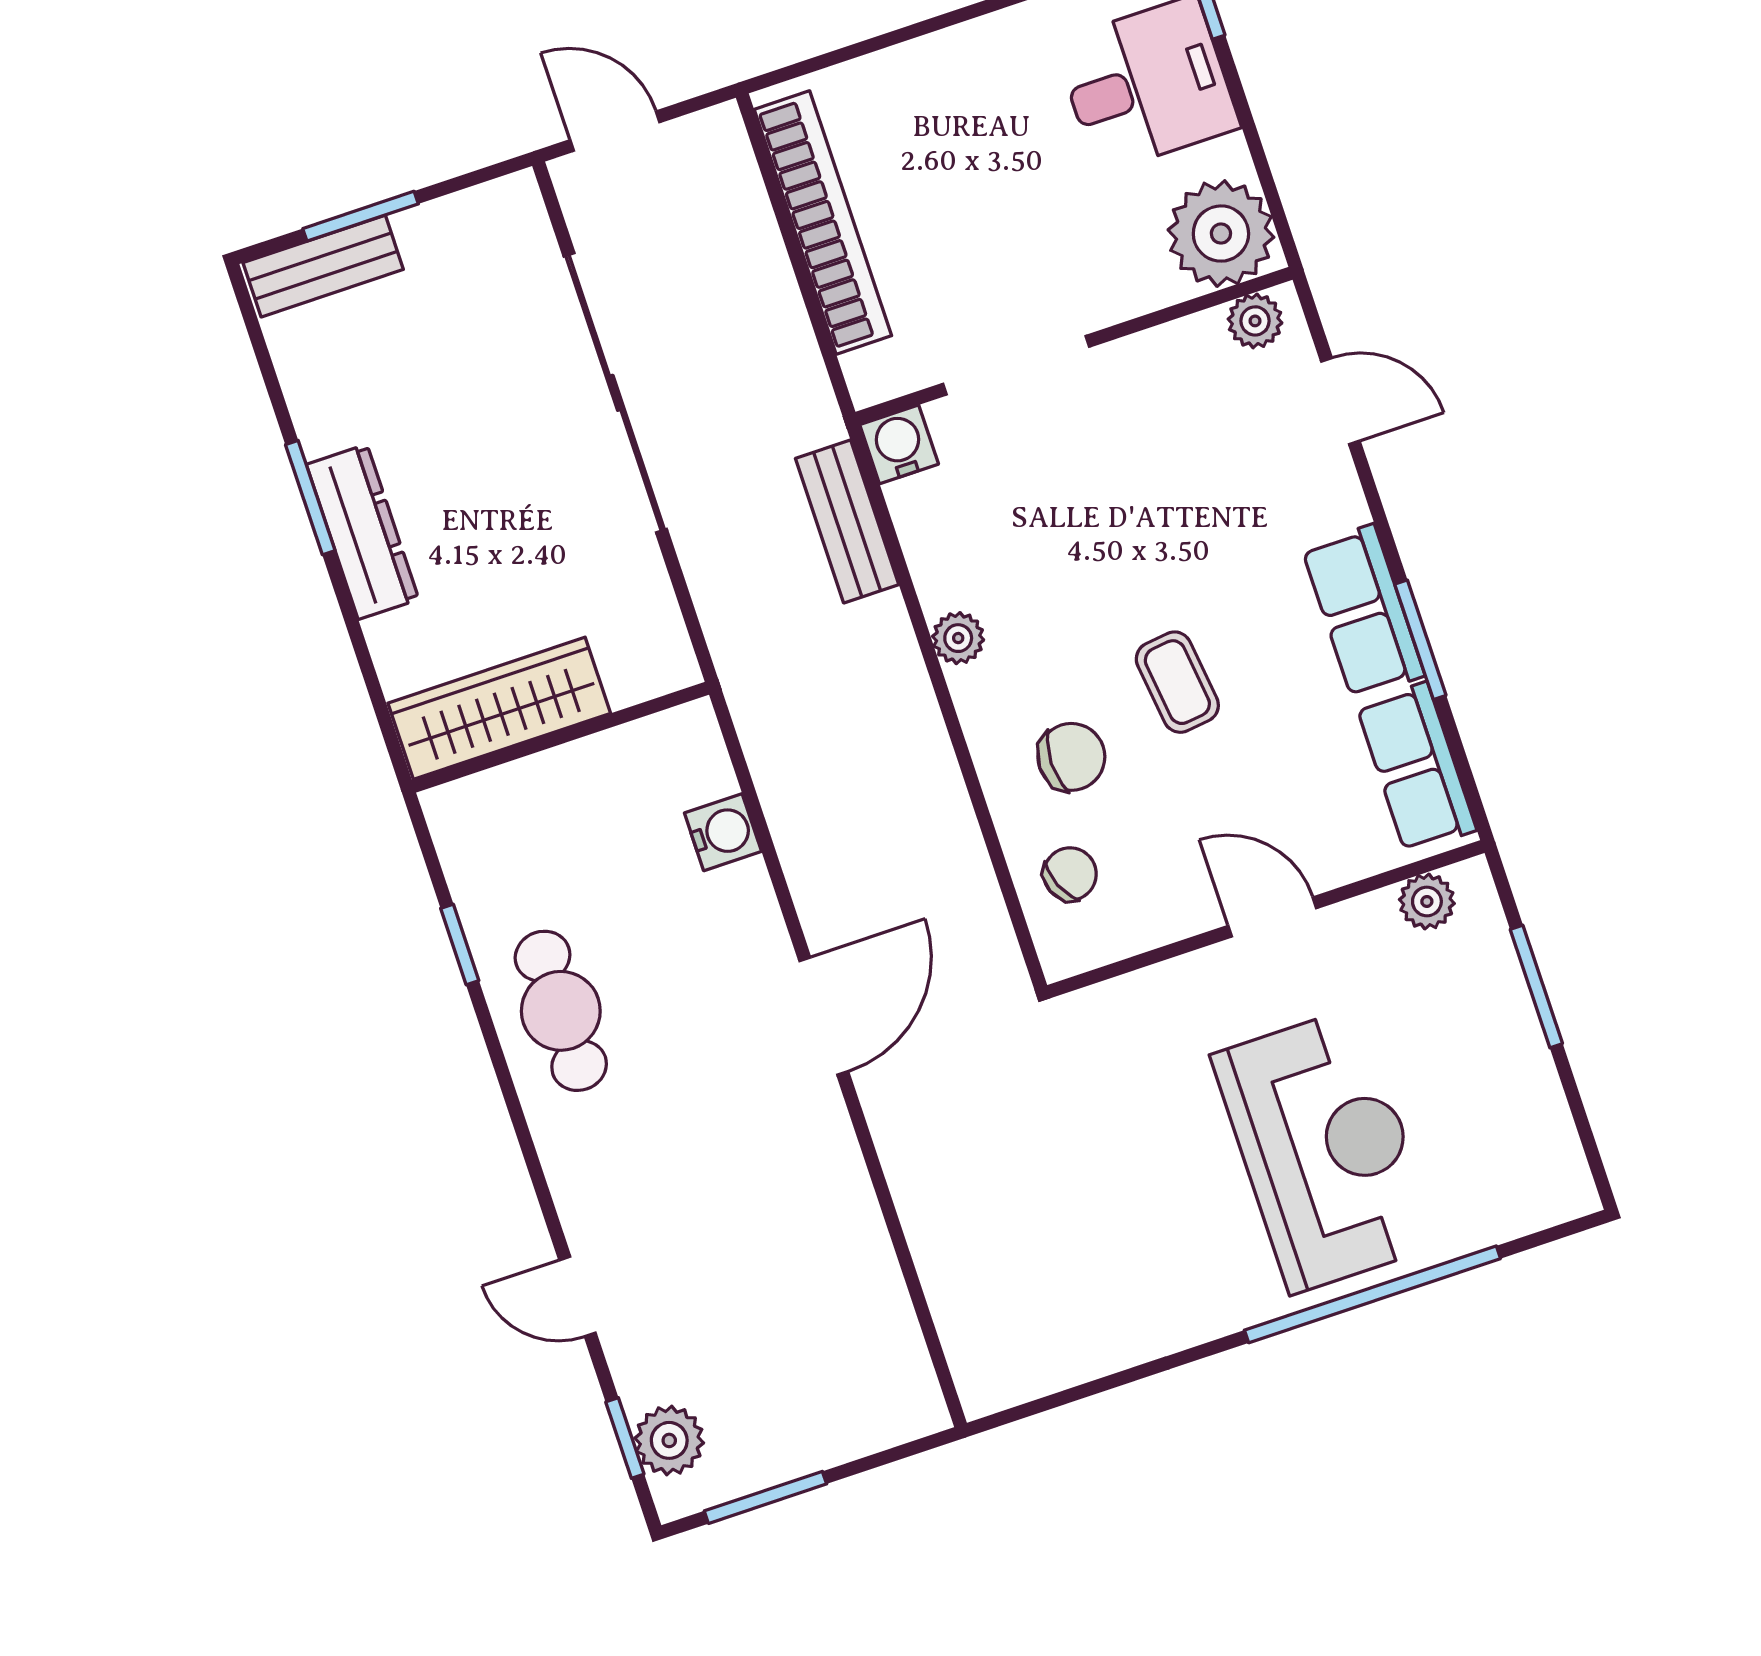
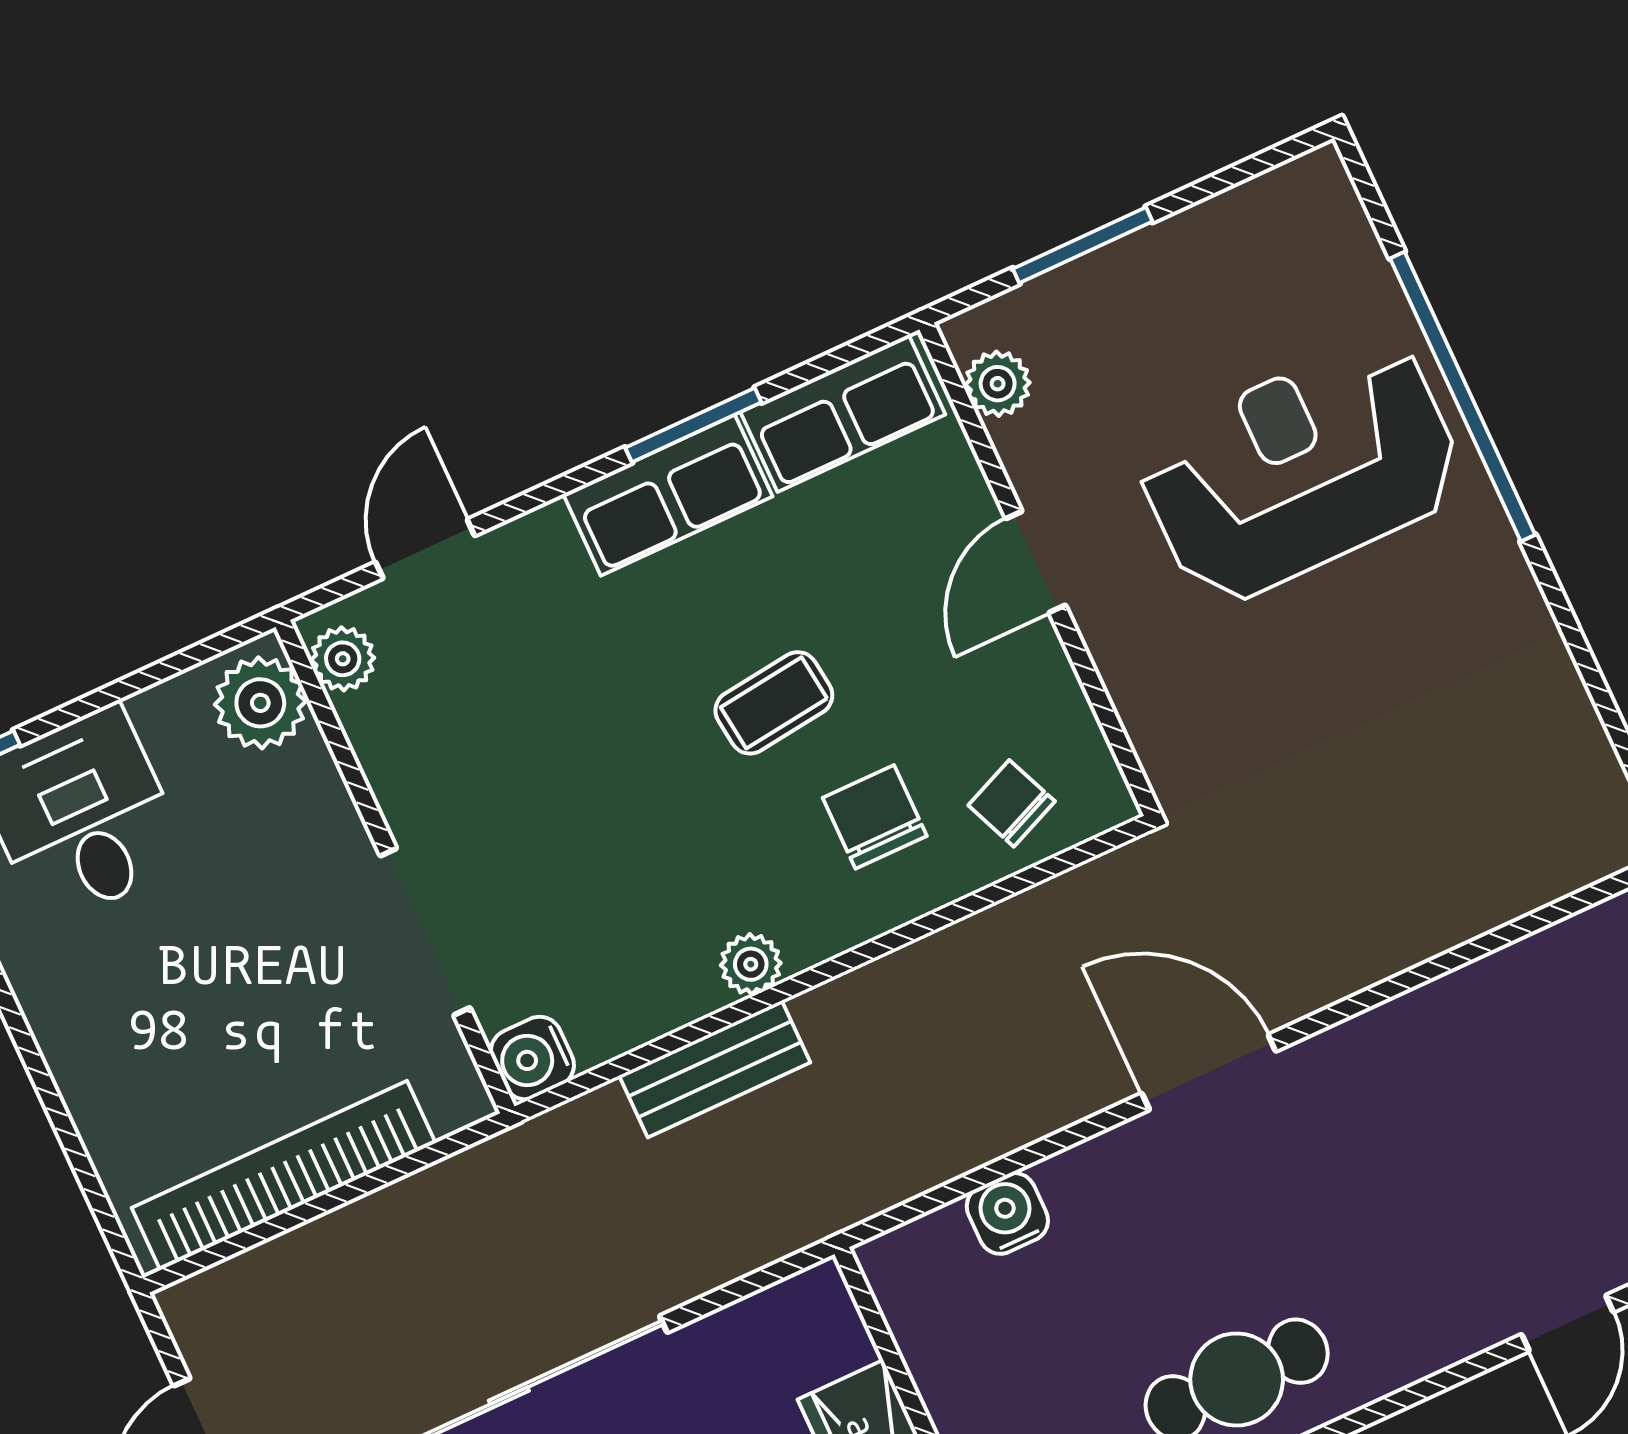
plant: (1221, 234) -> (260, 703), width x0.73, depth x0.73
bench: (847, 522) -> (715, 1069), moved

